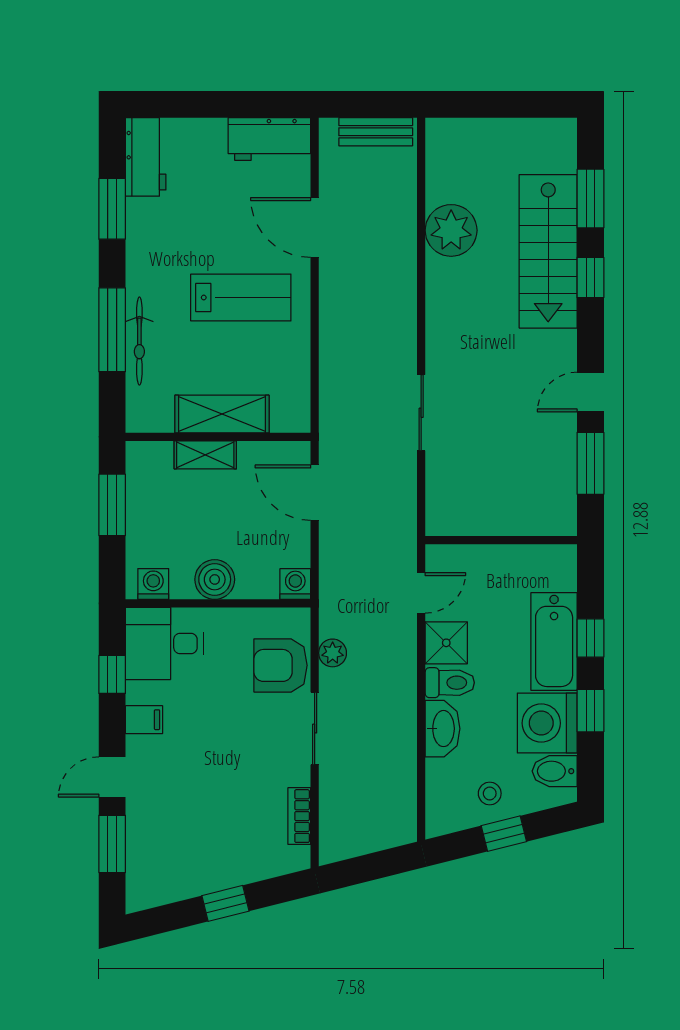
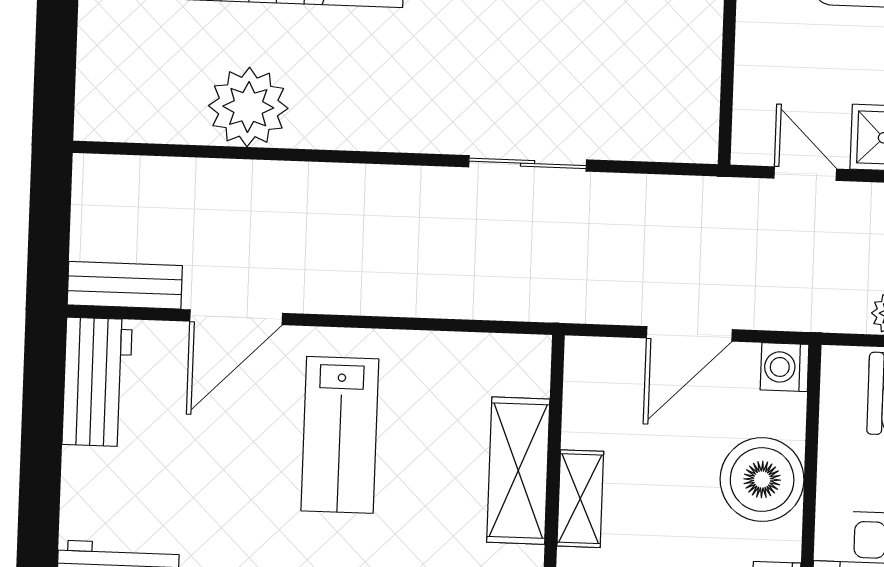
bench: (376, 132) -> (125, 285), moved, turned 90
lab bench: (241, 298) -> (340, 435), turned 180
door: (315, 493) -> (689, 334), moved
boiler: (215, 579) -> (762, 480), width x1.37, depth x1.37

